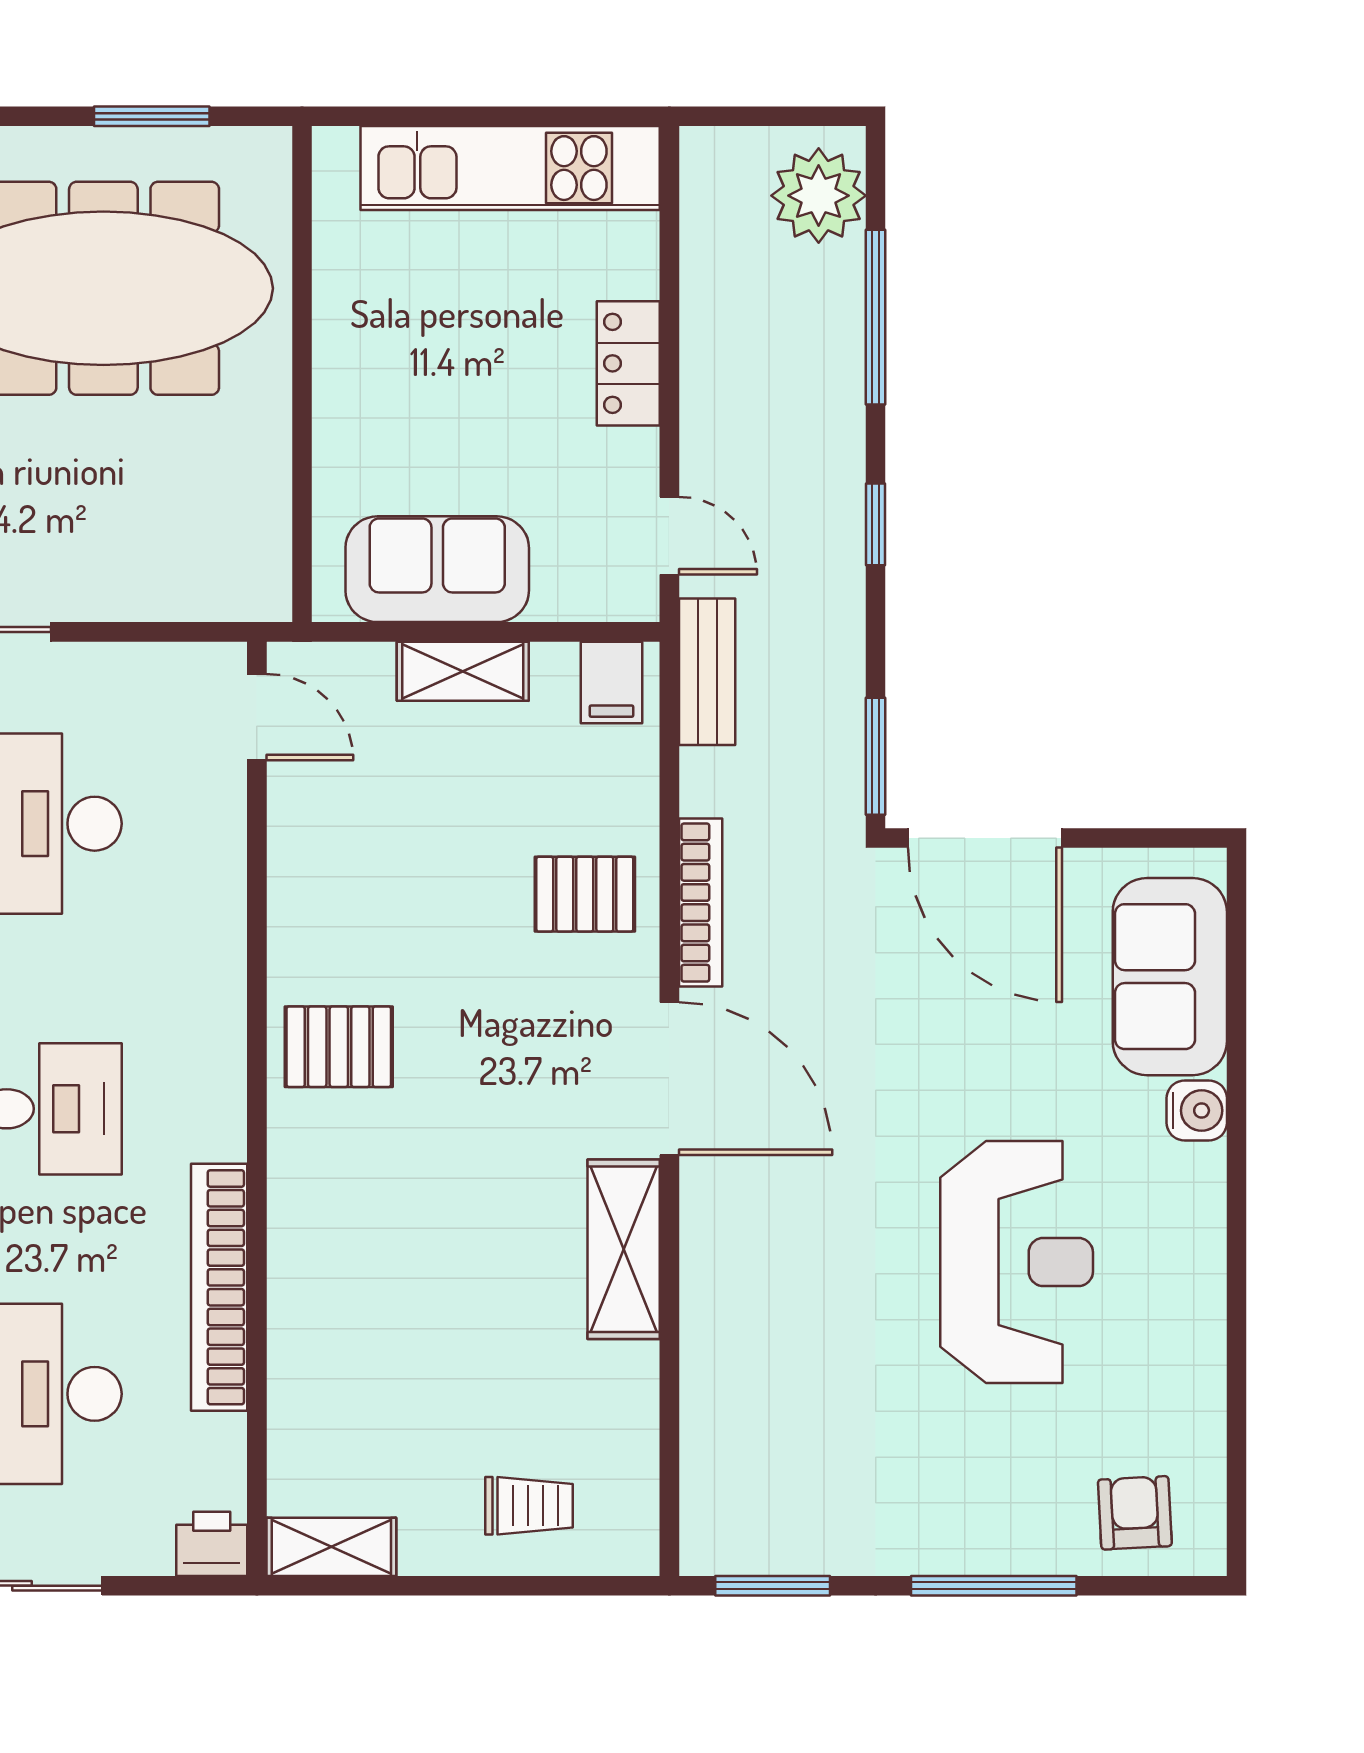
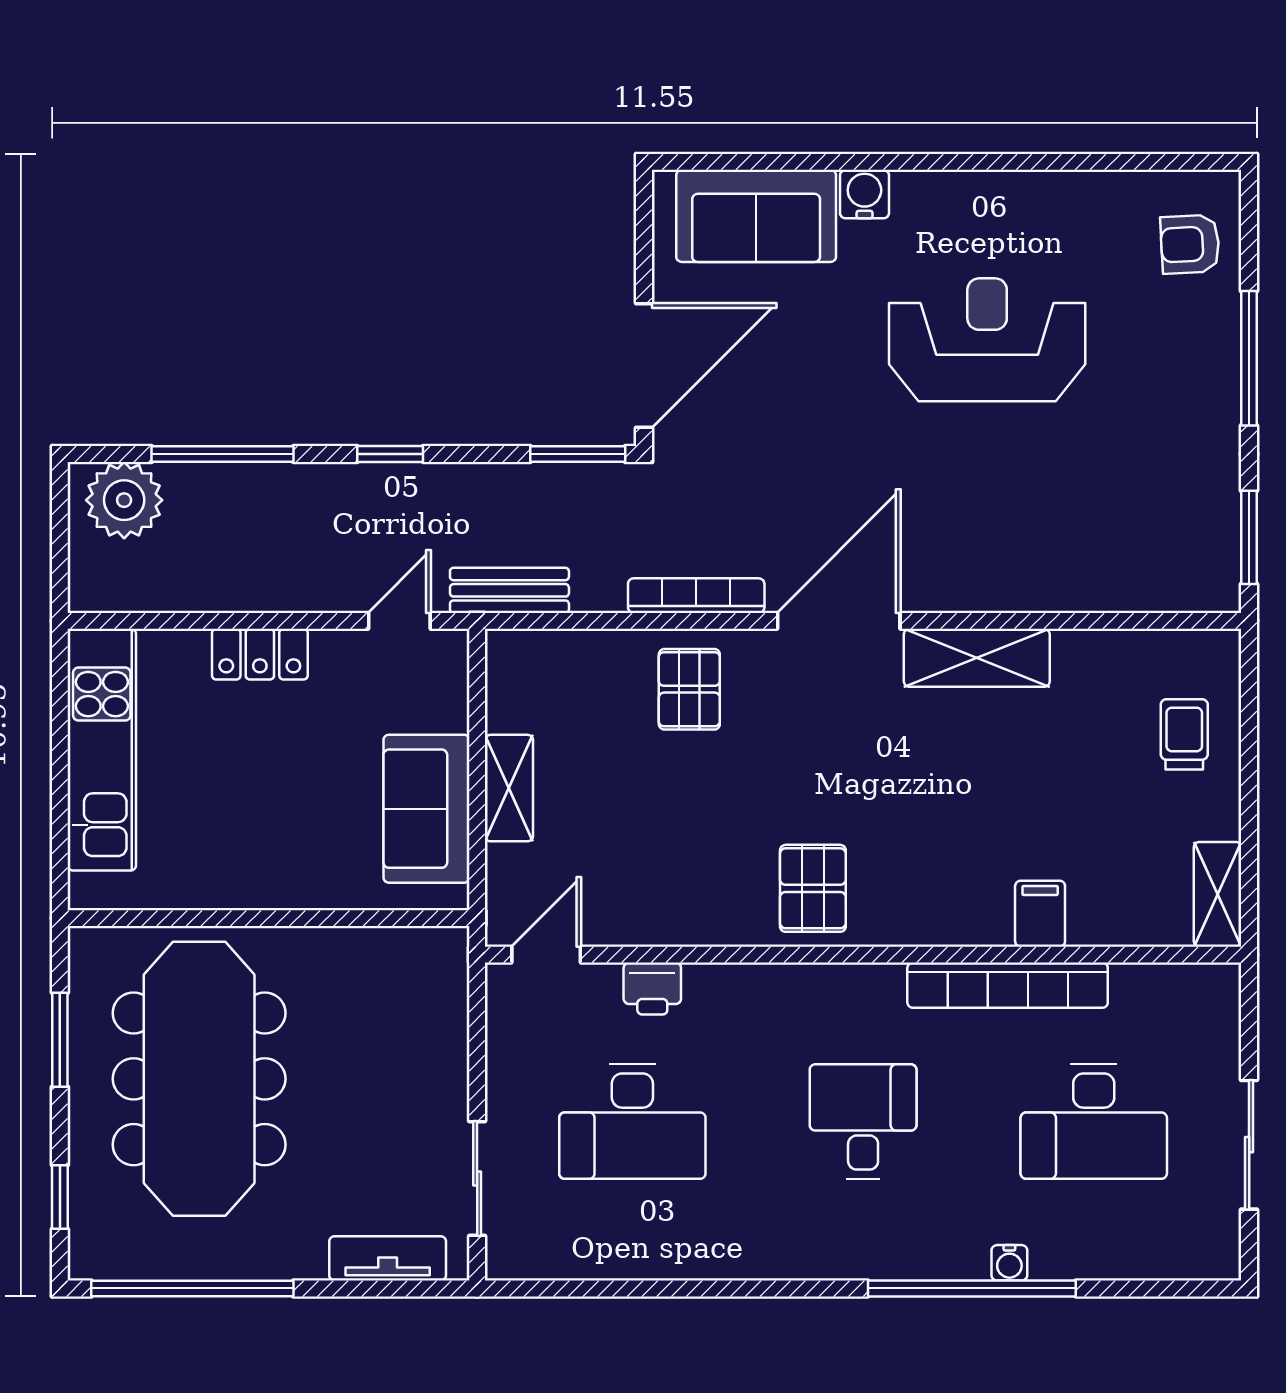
filing cabinet: (611, 682) -> (1040, 914), moved, turned -90
printer: (212, 1544) -> (652, 989), moved, turned -90

